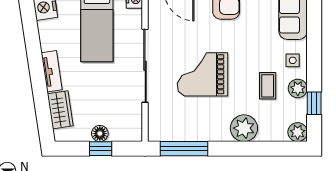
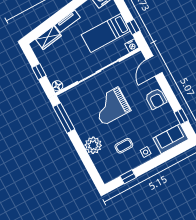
grand piano: (203, 74) -> (111, 106), turned -90
plant: (298, 88) -> (131, 163), removed
plant: (298, 132) -> (107, 176), removed
floor lamp: (100, 134) -> (57, 86), moved

